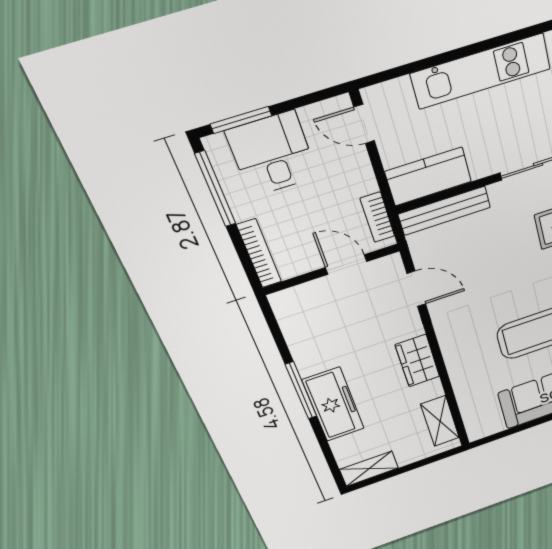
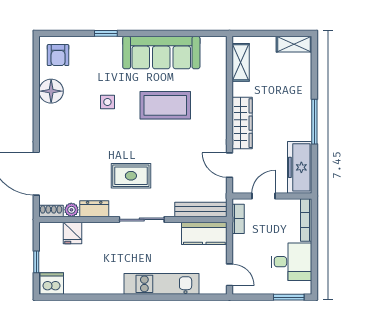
desk: (272, 154) -> (291, 262), moved, turned -90
window: (215, 189) -> (314, 265), removed
door: (346, 265) -> (263, 196), swing flipped
wardrobe: (418, 361) -> (242, 123), width x1.50
freezer: (333, 404) -> (300, 167), moved

